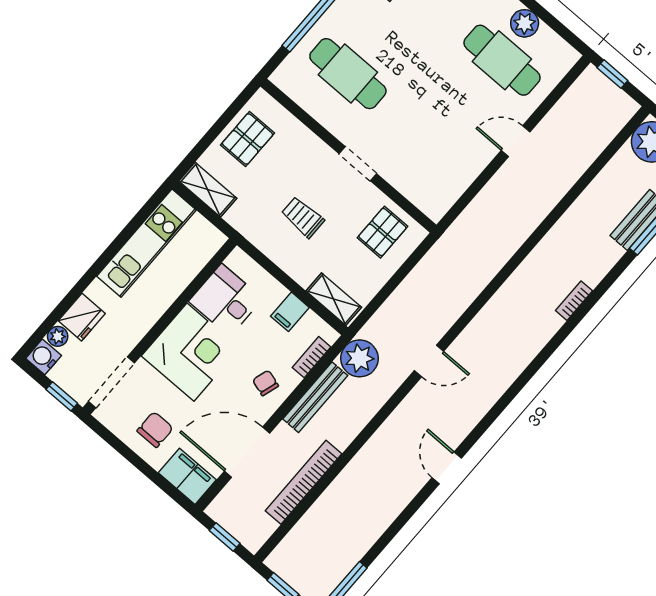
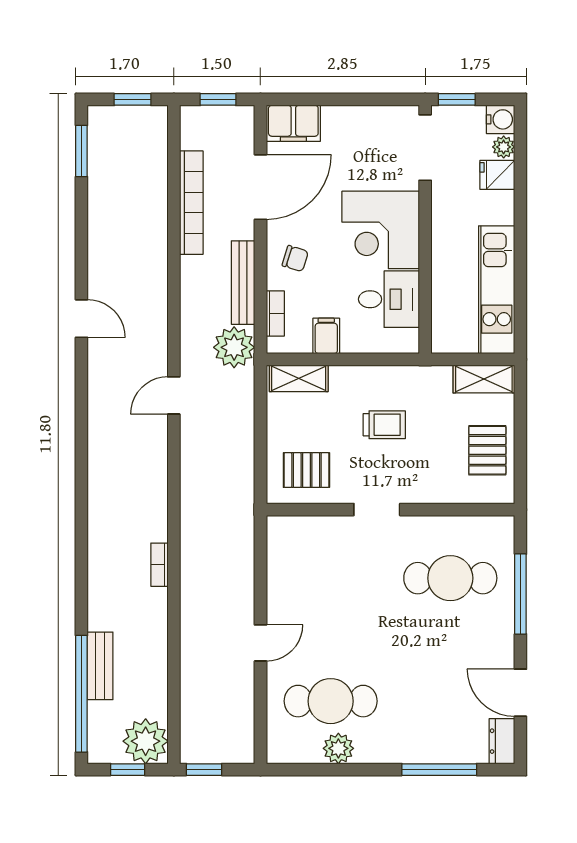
window: (612, 74) -> (204, 770), moved
pallet: (382, 232) -> (306, 470), turned 90
bookcase: (574, 301) -> (159, 565), moved, turned 180
fridge: (82, 317) -> (497, 175), width x0.72
chair: (155, 429) -> (354, 139), removed

